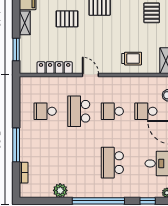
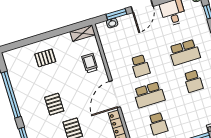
door: (90, 75) -> (115, 94), width x1.88
school desk: (146, 111) -> (193, 81), moved

